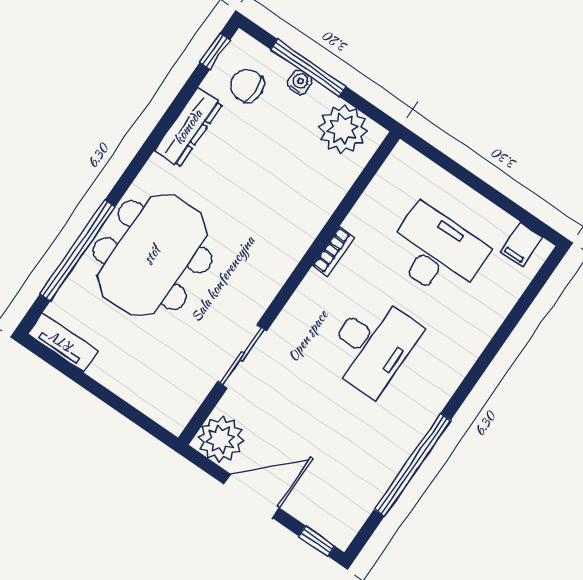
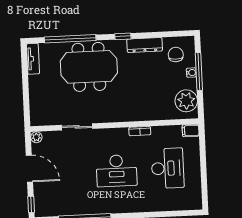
window: (215, 51) -> (123, 36), moved
filing cabinet: (521, 244) -> (191, 131), moved
plant: (221, 439) -> (36, 137), width x0.53, depth x0.53

